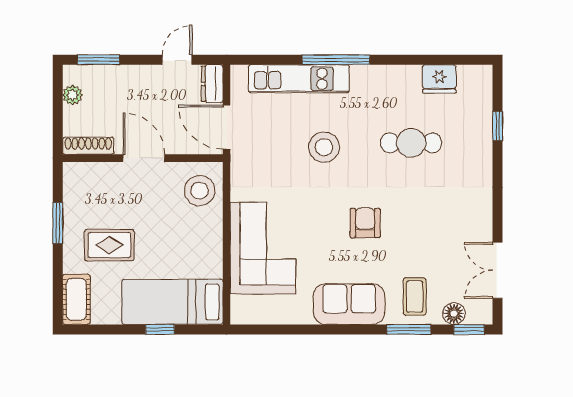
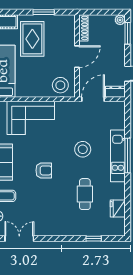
kitchen unit: (299, 79) -> (118, 156), moved
plant: (73, 95) -> (120, 20), moved
rug: (109, 245) -> (32, 39), width x1.36, depth x1.43

